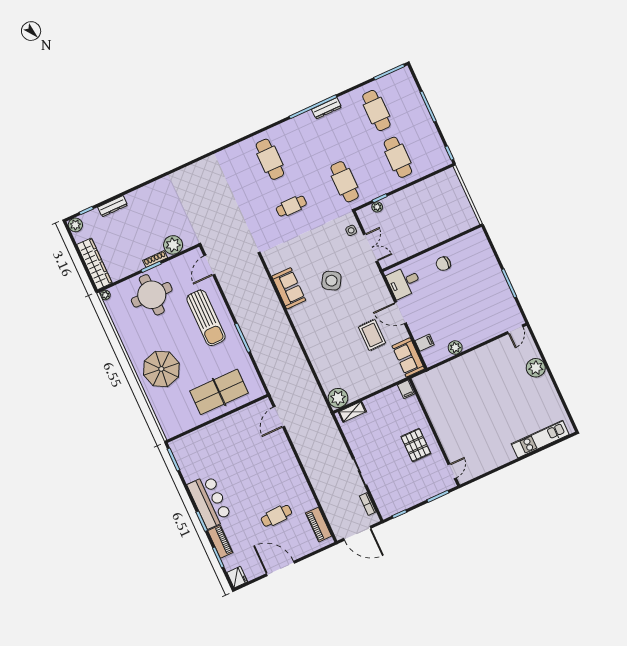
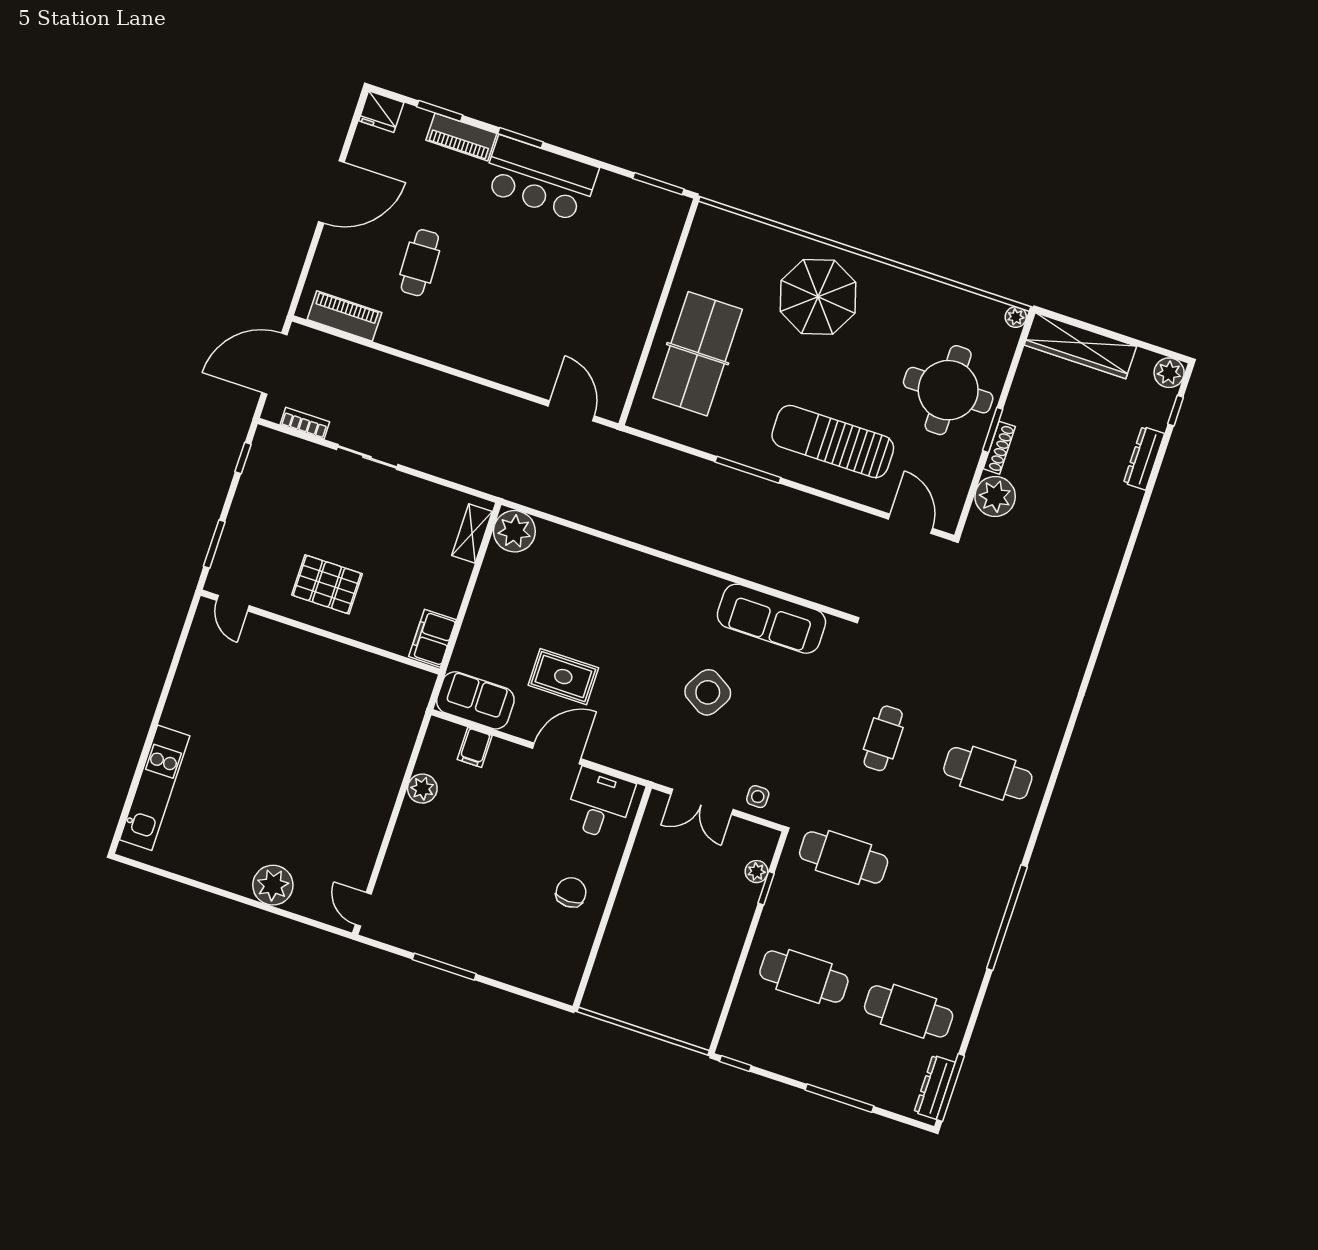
dresser: (326, 108) -> (935, 1087), moved
sofa: (289, 288) -> (771, 619), width x1.36
filing cabinet: (406, 389) -> (433, 638), width x2.00

